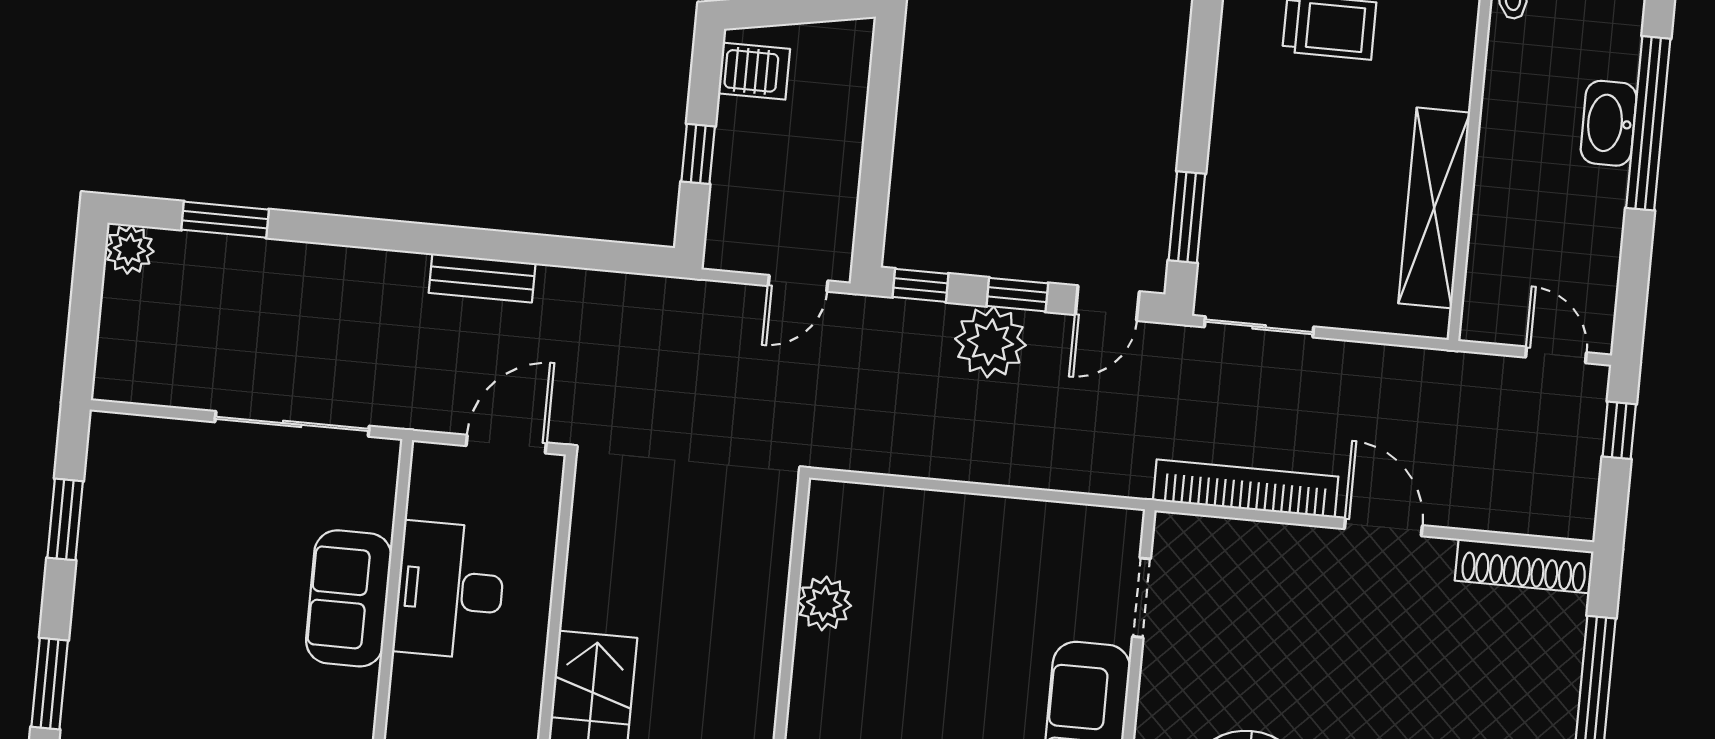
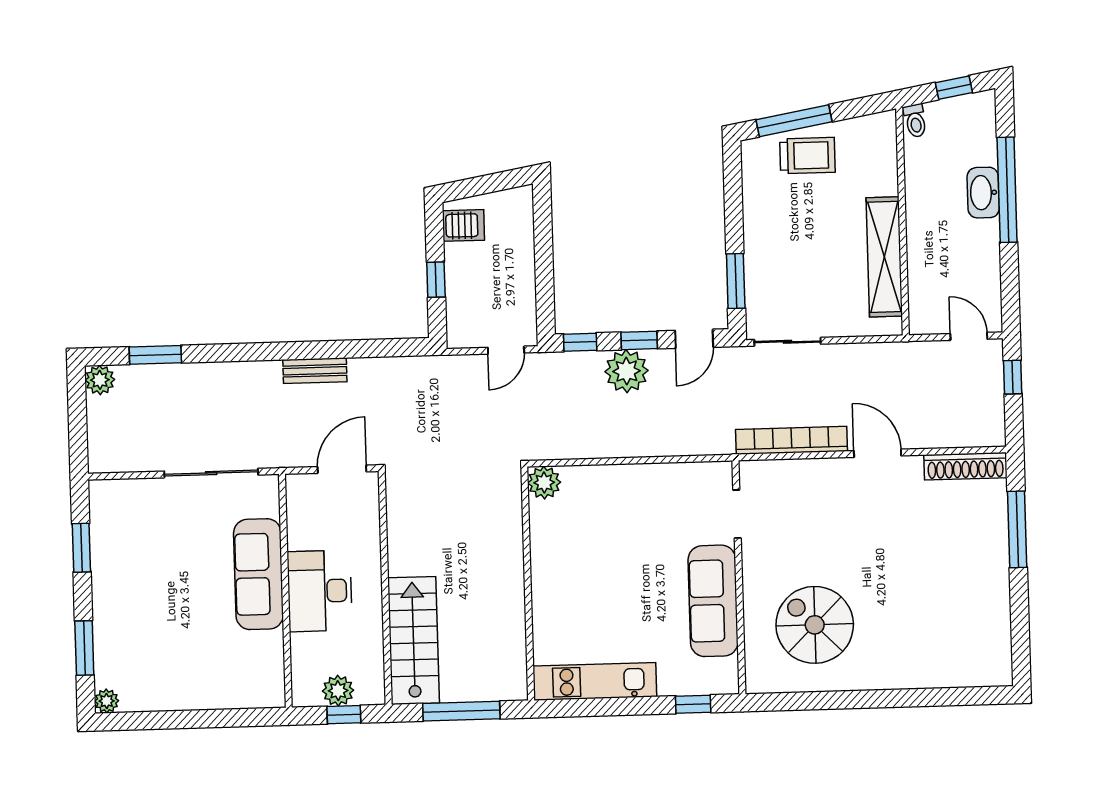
desk: (450, 590) -> (320, 591), moved
sofa: (349, 598) -> (258, 574), width x1.36
plant: (824, 603) -> (544, 483), moved

